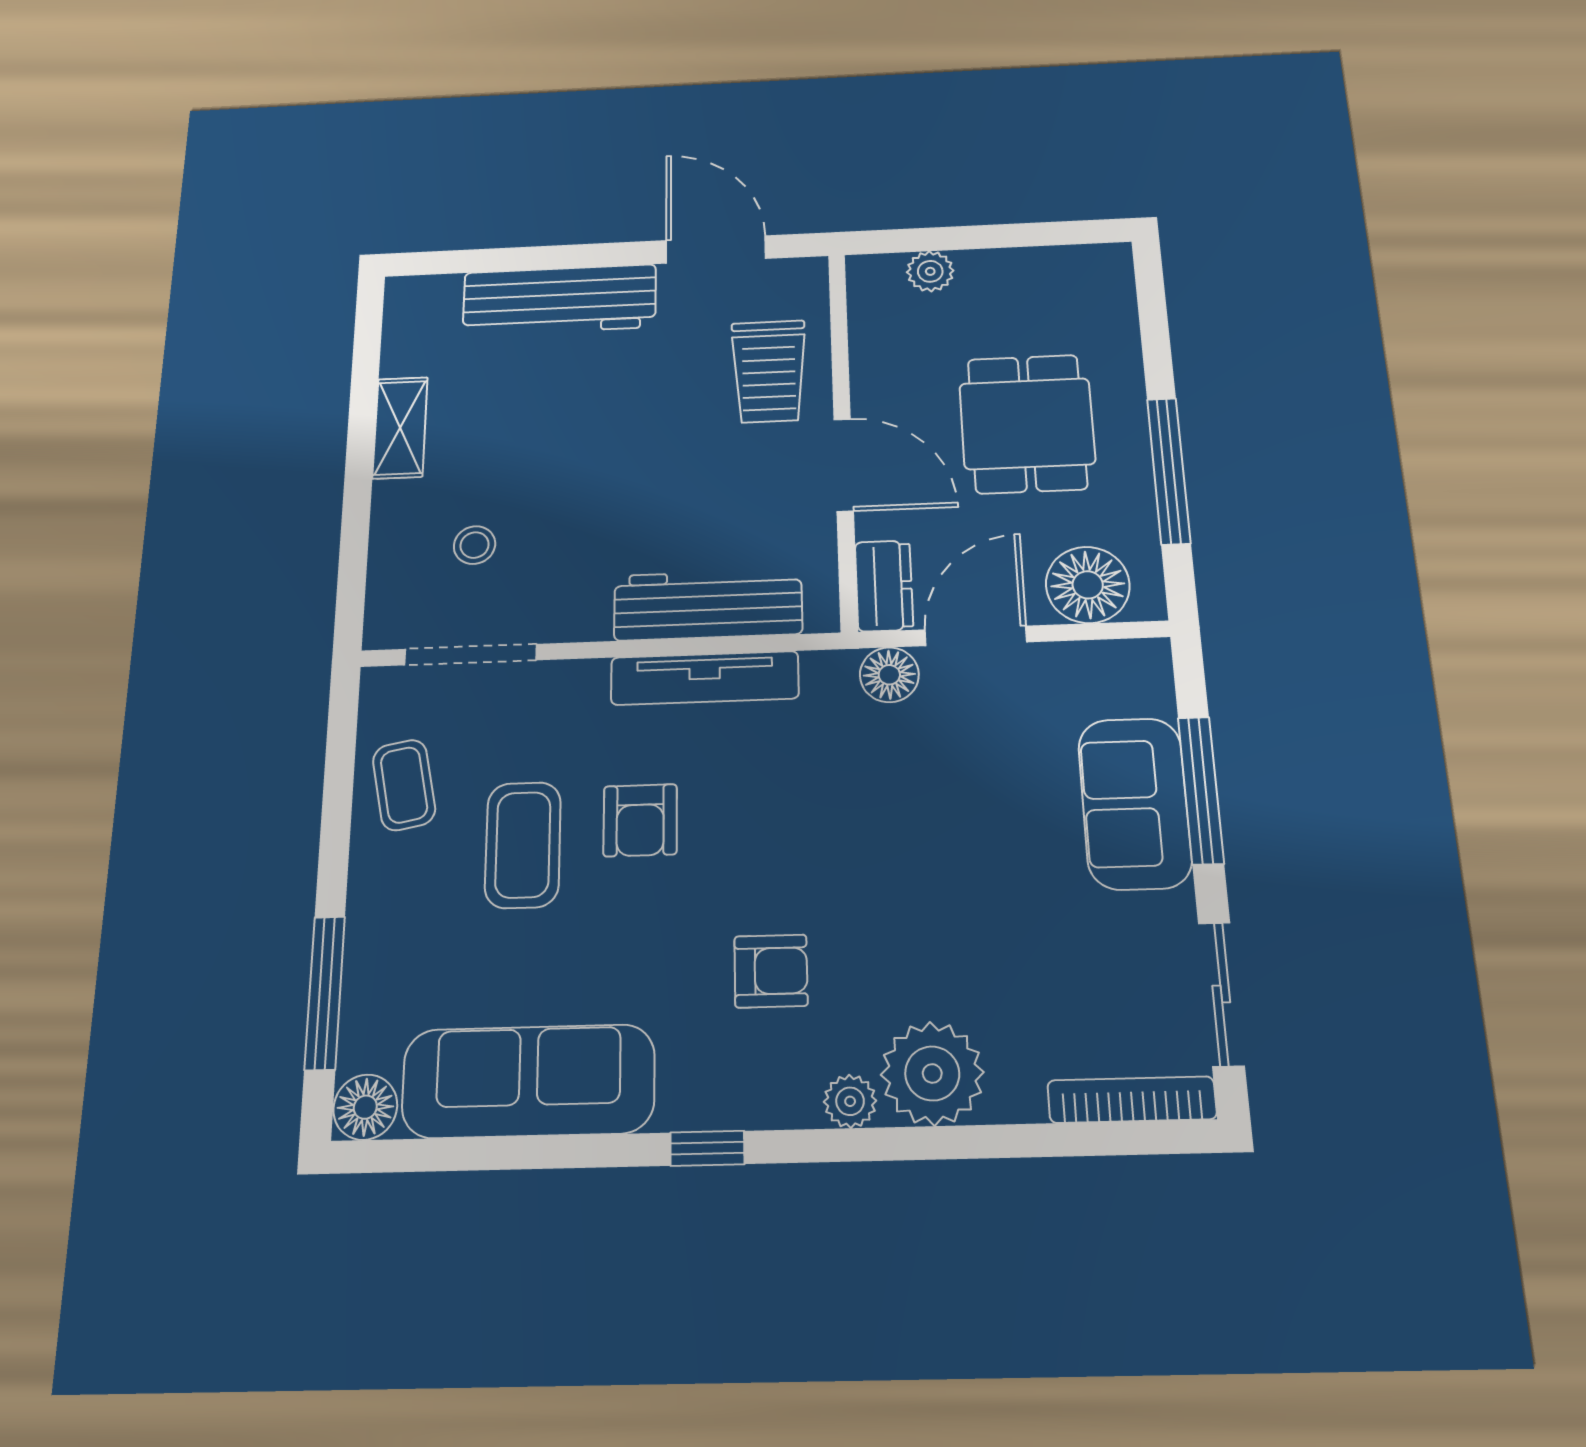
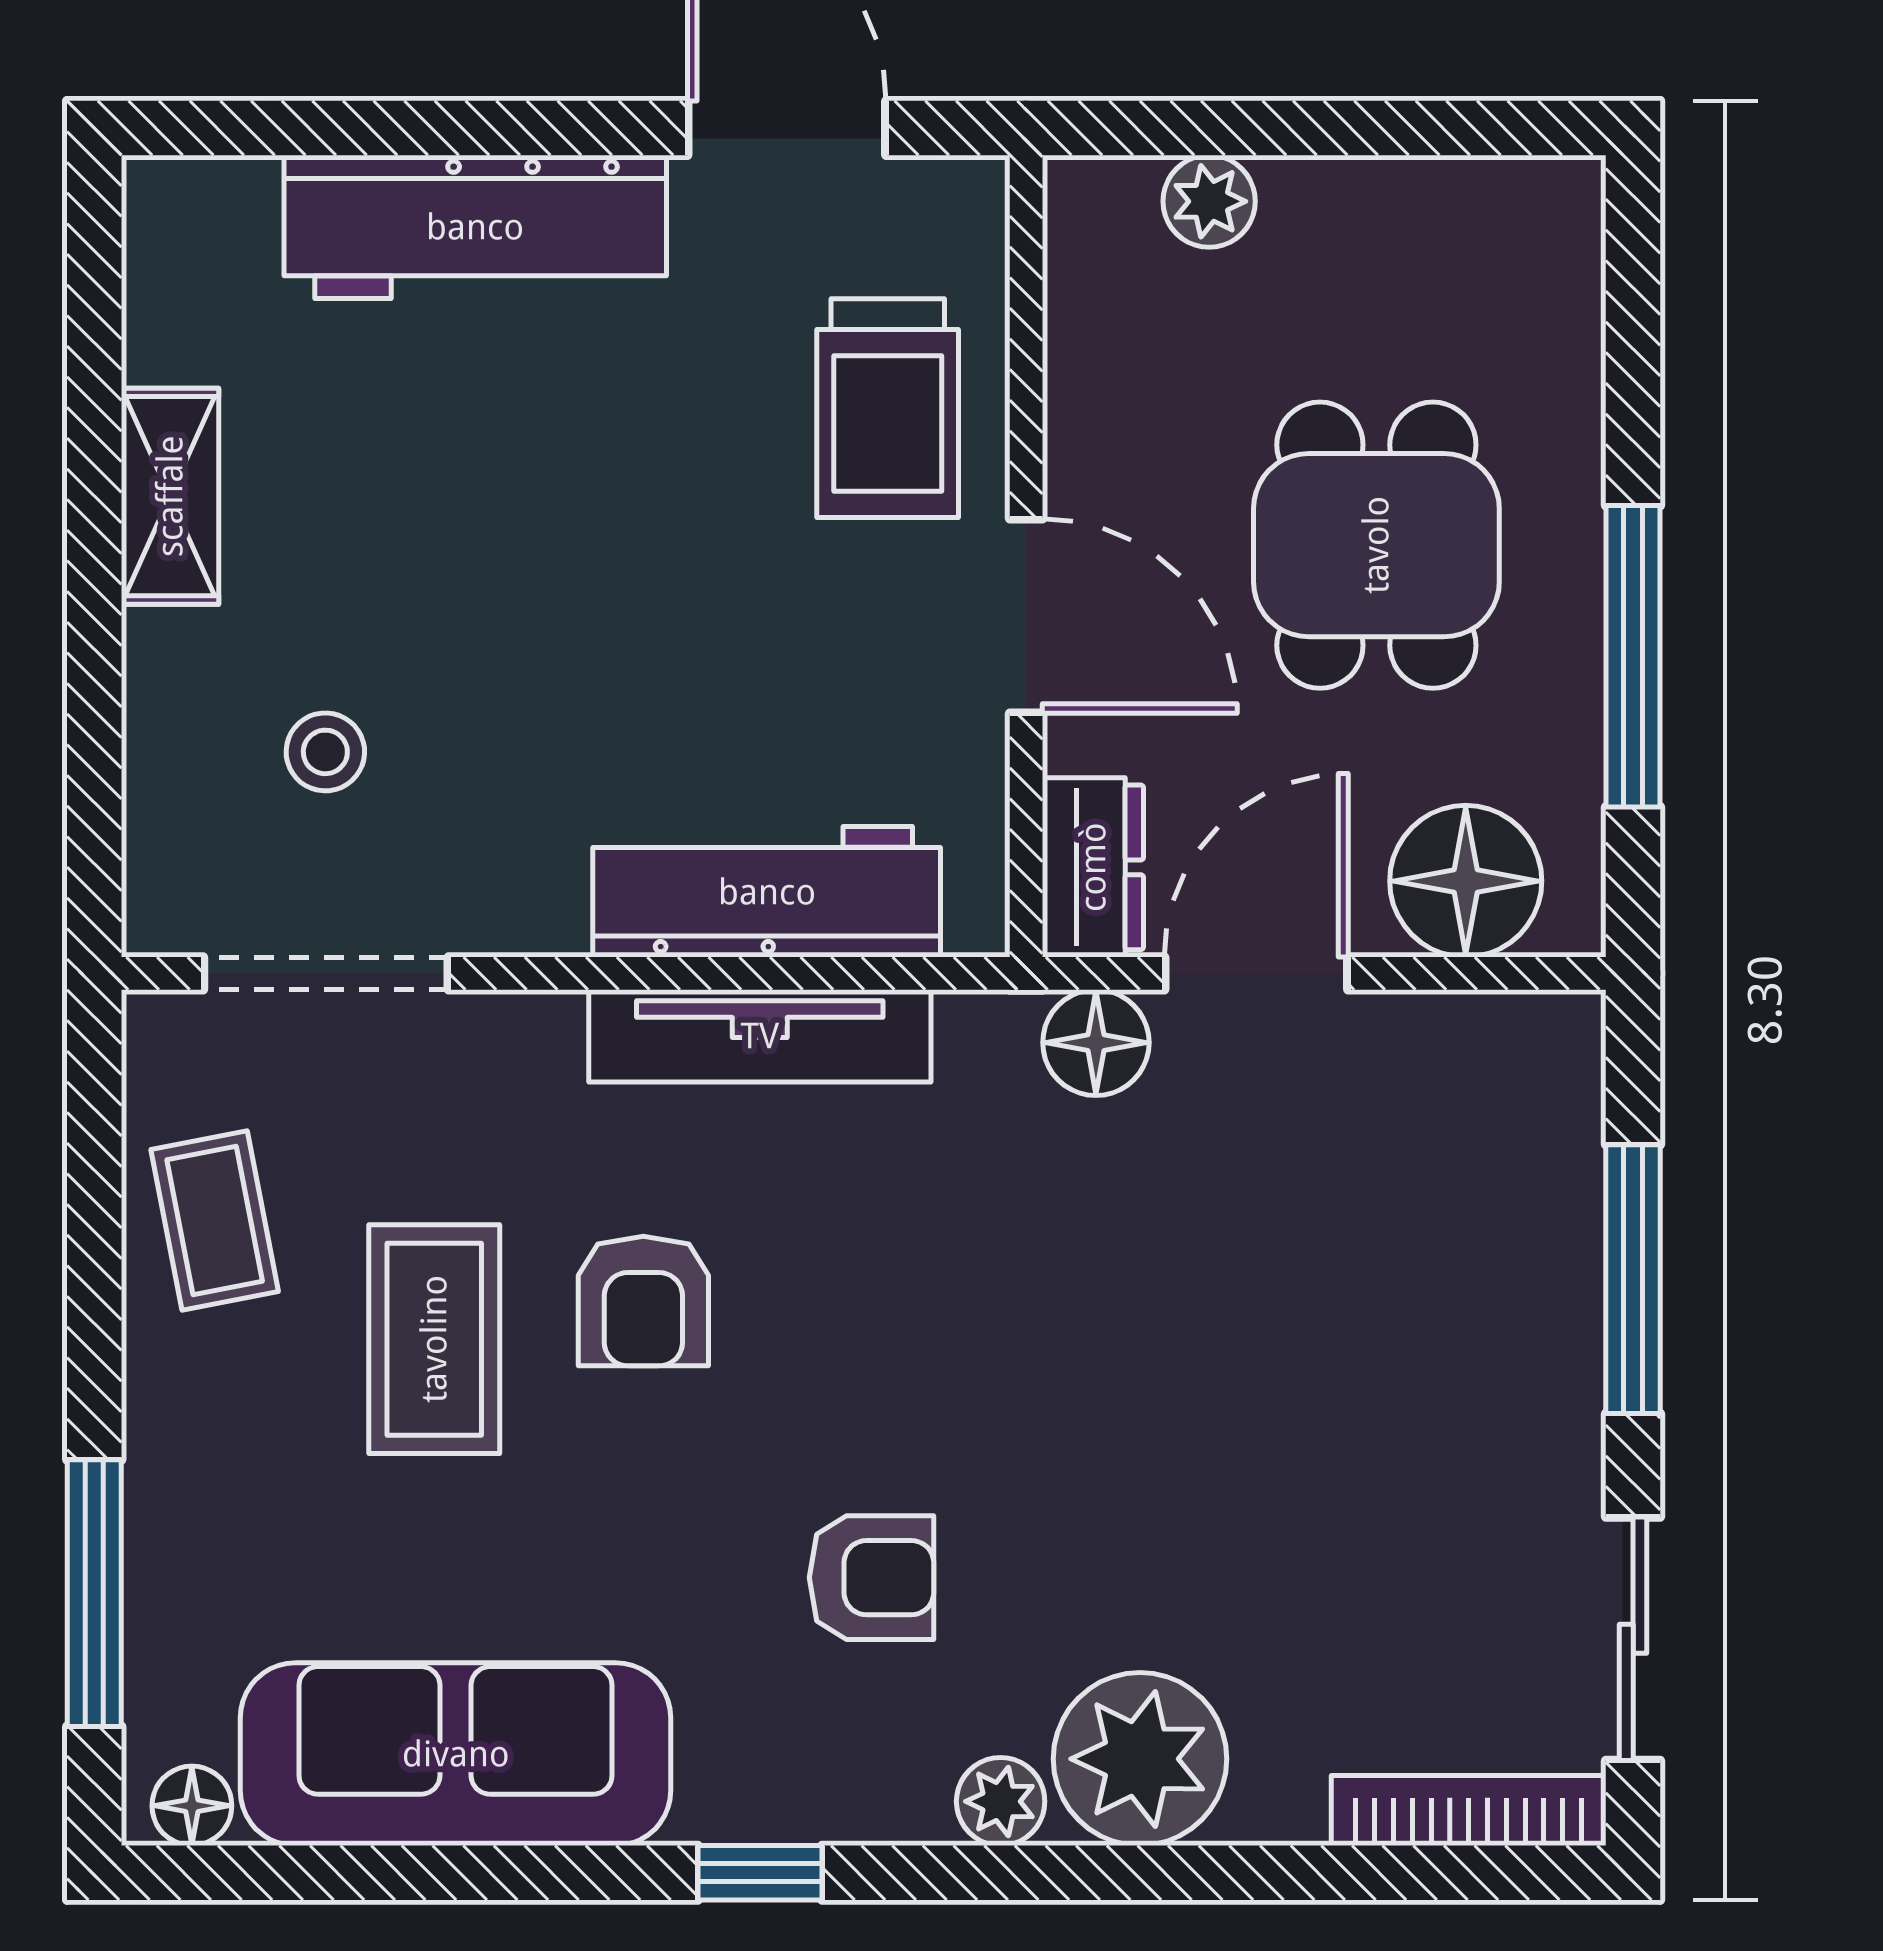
sofa: (1135, 803) -> (1516, 1299), removed
floor lamp: (365, 1107) -> (192, 1806), width x0.73, depth x0.73

